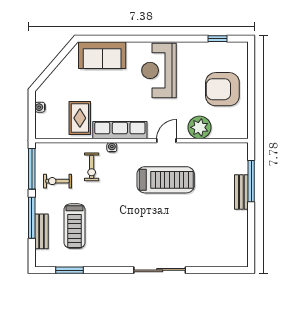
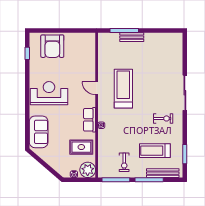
reception desk: (159, 70) -> (49, 93), turned 180
armchair: (222, 89) -> (52, 46), moved
plant: (199, 127) -> (88, 170), moved
row of seats: (120, 130) -> (90, 120), width x0.68
exercise bike: (92, 167) -> (163, 118), moved
treadmill: (75, 226) -> (155, 151), turned 180
bench: (41, 231) -> (163, 173), width x1.36

